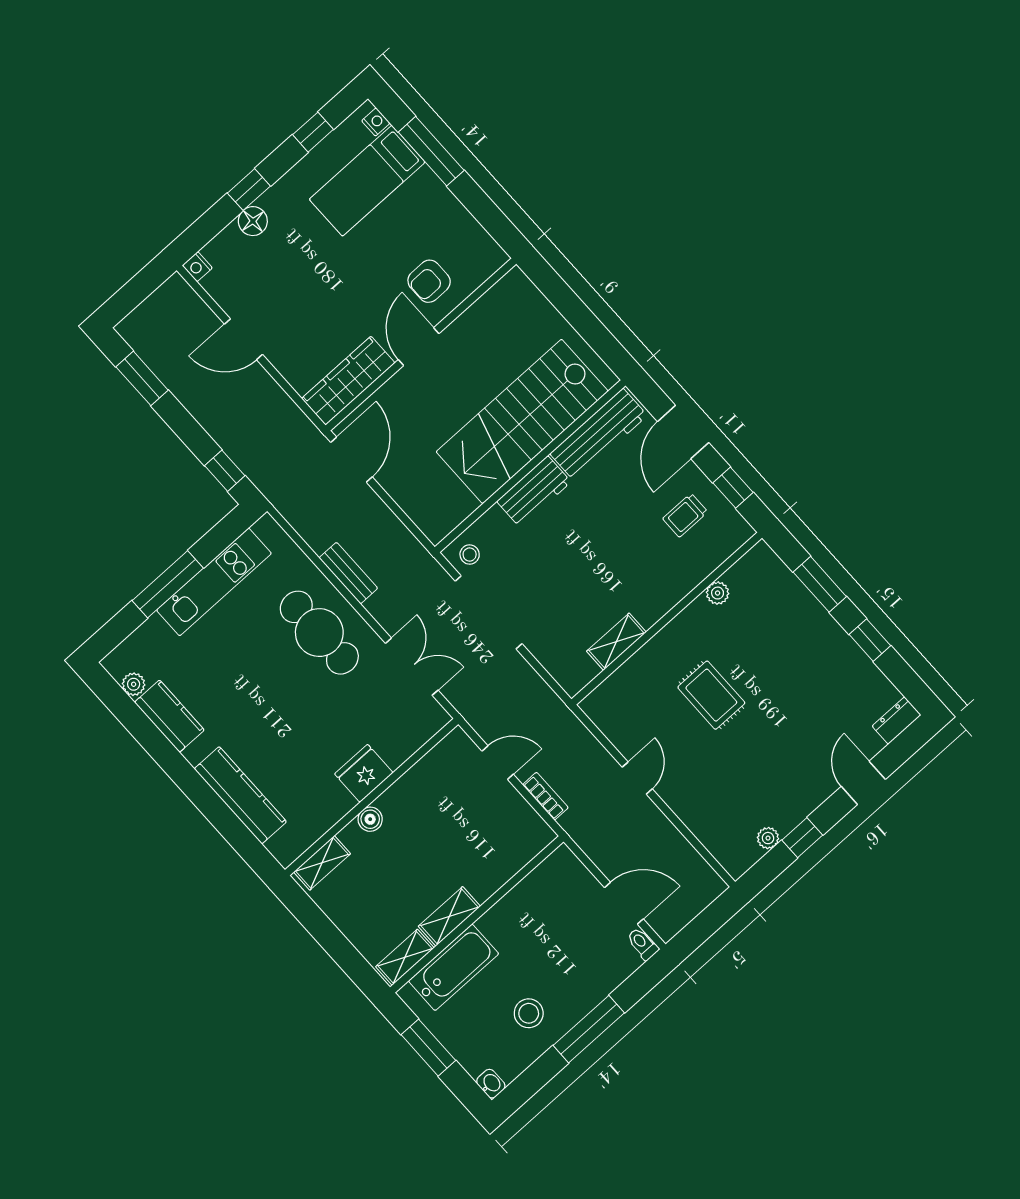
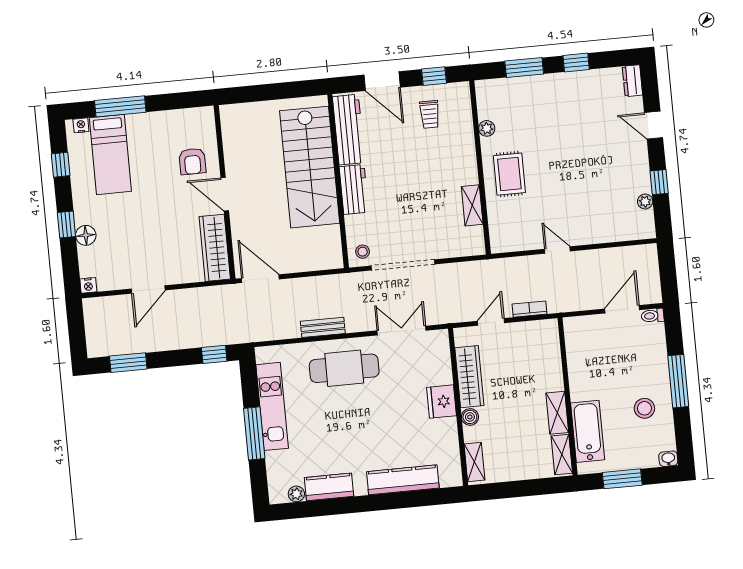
rug: (711, 695) -> (509, 174), moved, turned 90
wardrobe: (416, 784) -> (469, 377), added

